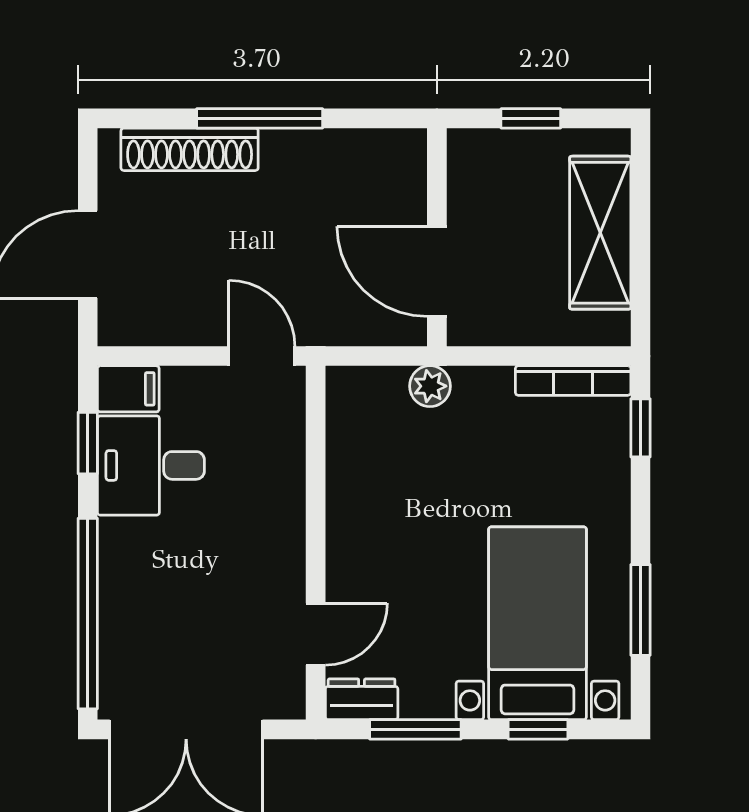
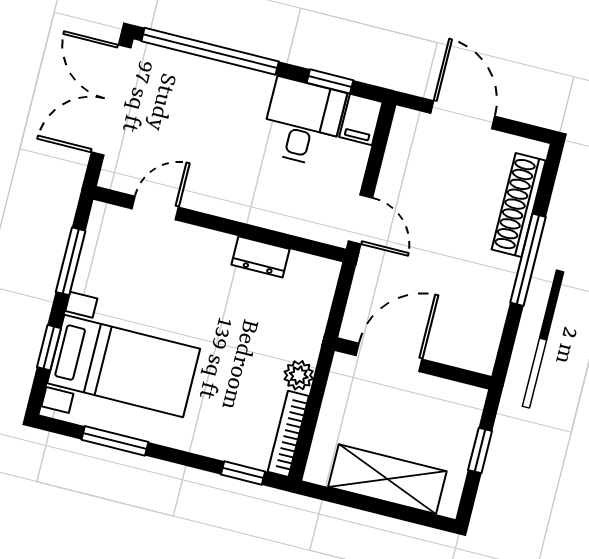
door: (262, 356) -> (360, 219), hinge flipped
plant: (430, 386) -> (299, 375), moved
door: (316, 634) -> (155, 208), swing flipped
dresser: (362, 699) -> (260, 257), moved, turned 90

